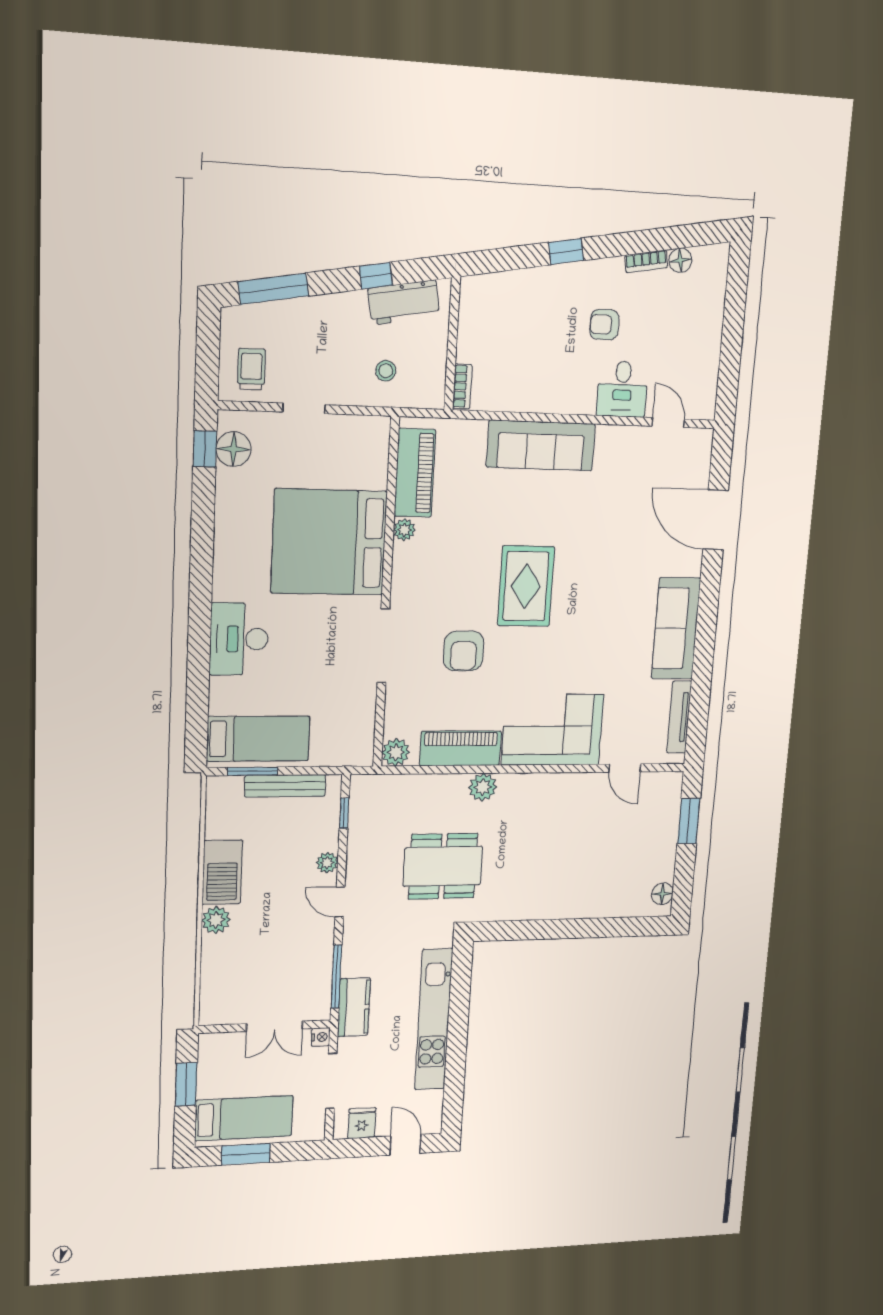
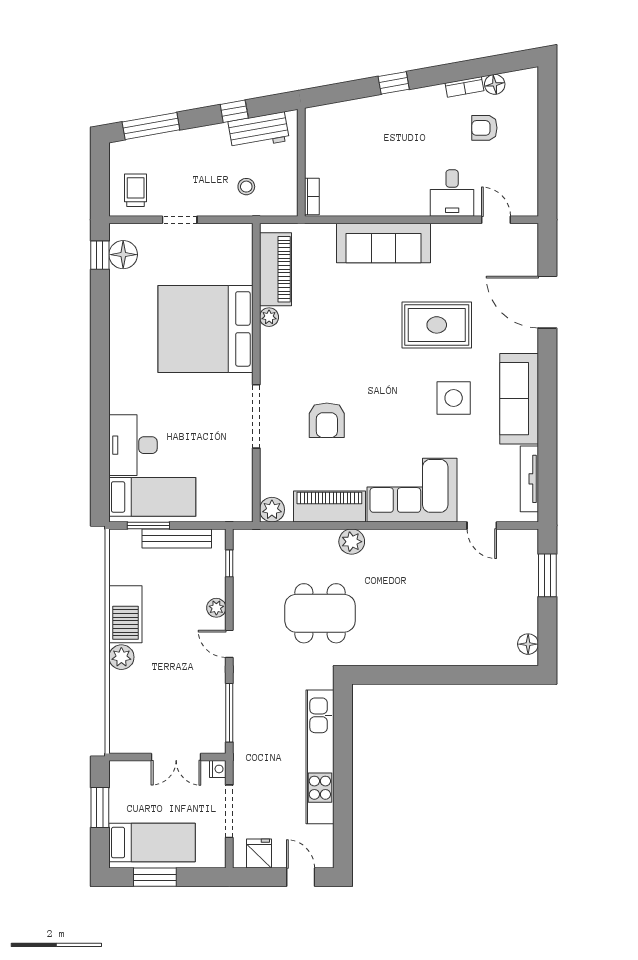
armchair: (604, 325) -> (484, 128), moved
rug: (526, 586) -> (437, 325), moved, turned 90
side table: (606, 627) -> (454, 398), added
desk: (239, 639) -> (133, 445), moved
kitchen counter: (354, 1007) -> (246, 742), removed

